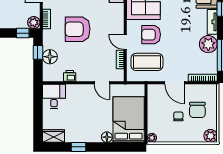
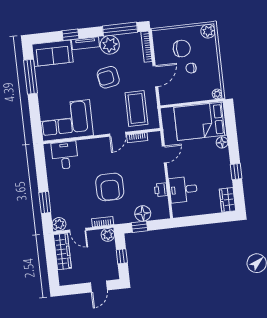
window: (23, 33) -> (122, 256), moved
armchair: (151, 35) -> (108, 77), moved, turned 80
desk: (54, 96) -> (183, 190), moved

